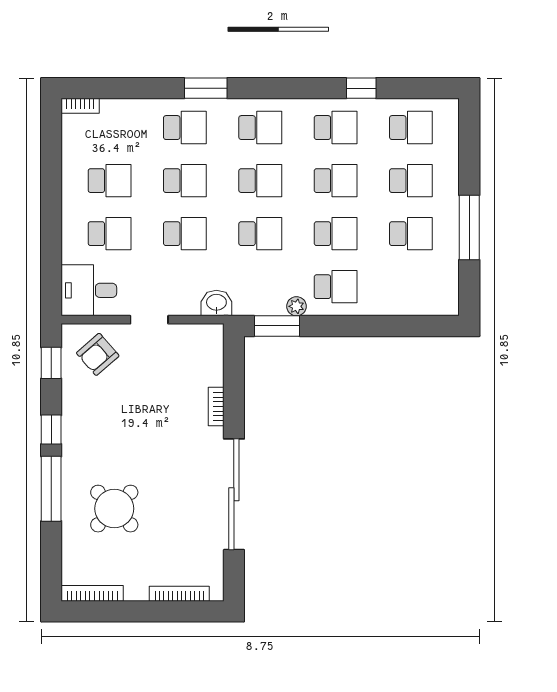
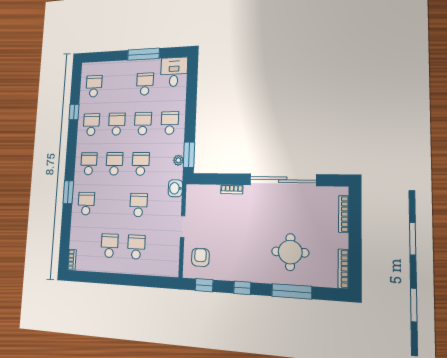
school desk: (185, 181) -> (112, 204), removed
school desk: (411, 181) -> (119, 85), removed
desk: (89, 290) -> (174, 72), moved, turned 180
plant: (296, 306) -> (178, 160), moved
armchair: (98, 354) -> (200, 257), turned -139
window: (51, 489) -> (292, 291), moved
round table: (114, 509) -> (290, 252), turned 45

